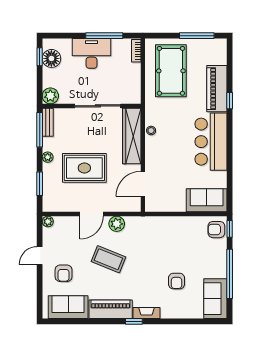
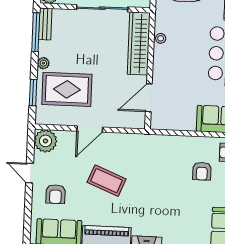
rug: (84, 168) -> (67, 89), moved
plant: (48, 222) -> (46, 141), width x1.88, depth x1.88
plant: (117, 224) -> (117, 141), removed
door: (40, 256) -> (30, 173), hinge flipped
armchair: (177, 281) -> (202, 171), moved

